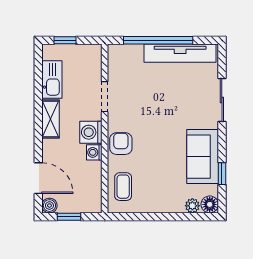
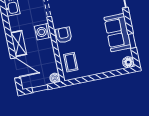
shelving: (51, 119) -> (19, 44), moved
washing machine: (94, 152) -> (48, 44), removed
boiler: (49, 206) -> (55, 78), moved
plant: (192, 206) -> (117, 65), removed

